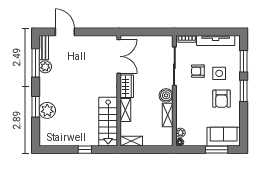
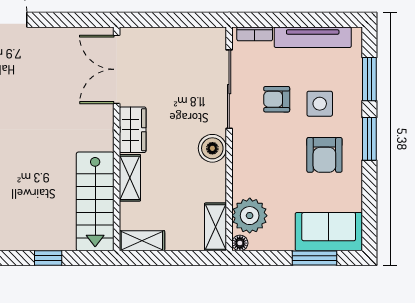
double door: (119, 56) -> (117, 69), swing flipped
shelving: (168, 115) -> (216, 227), moved
plant: (180, 133) -> (250, 216), width x1.87, depth x1.87

